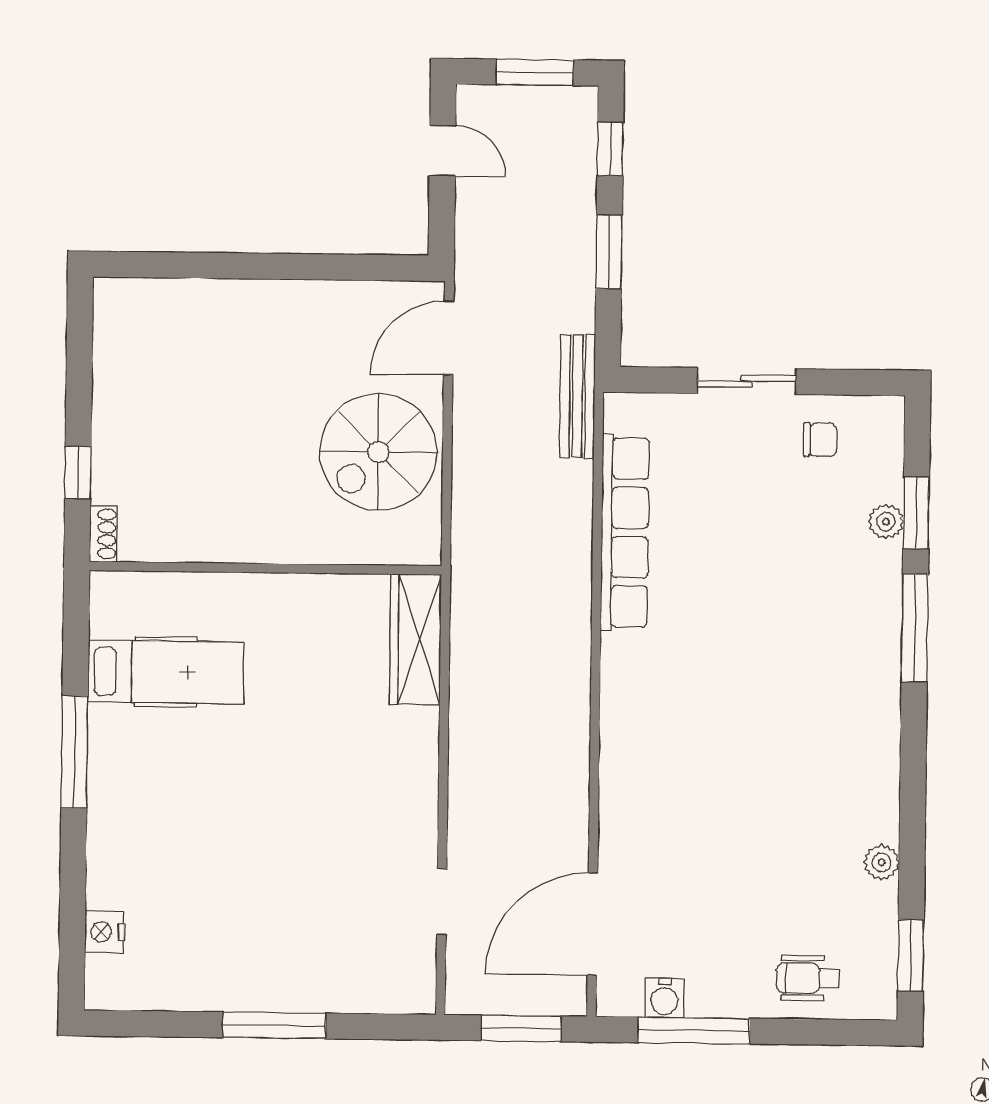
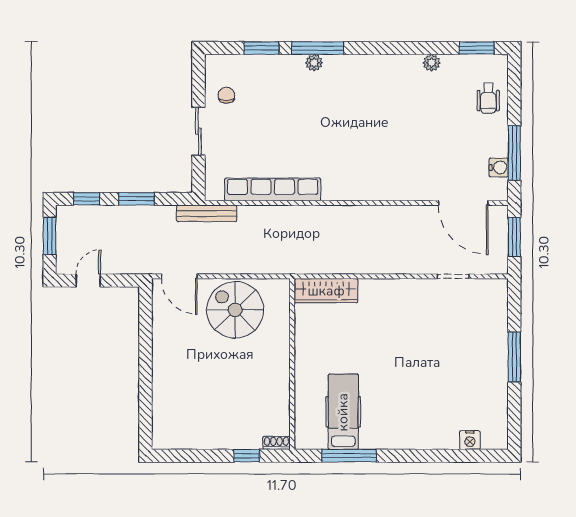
spiral stairs: (378, 452) -> (235, 310), turned 180
plant: (886, 522) -> (314, 63), moved
window: (75, 752) -> (349, 456), moved

